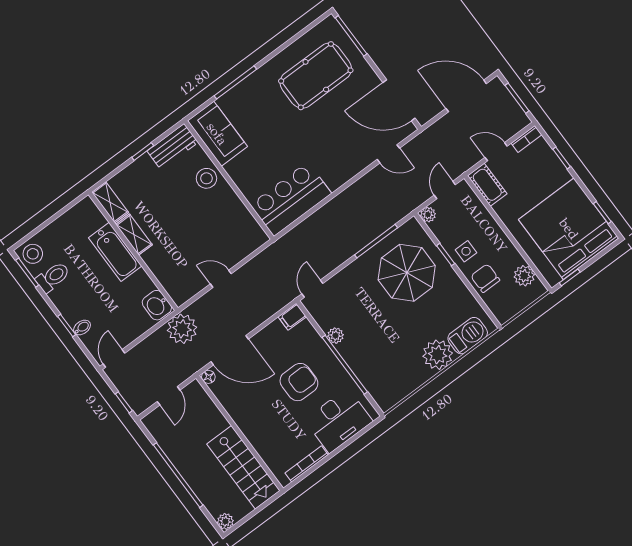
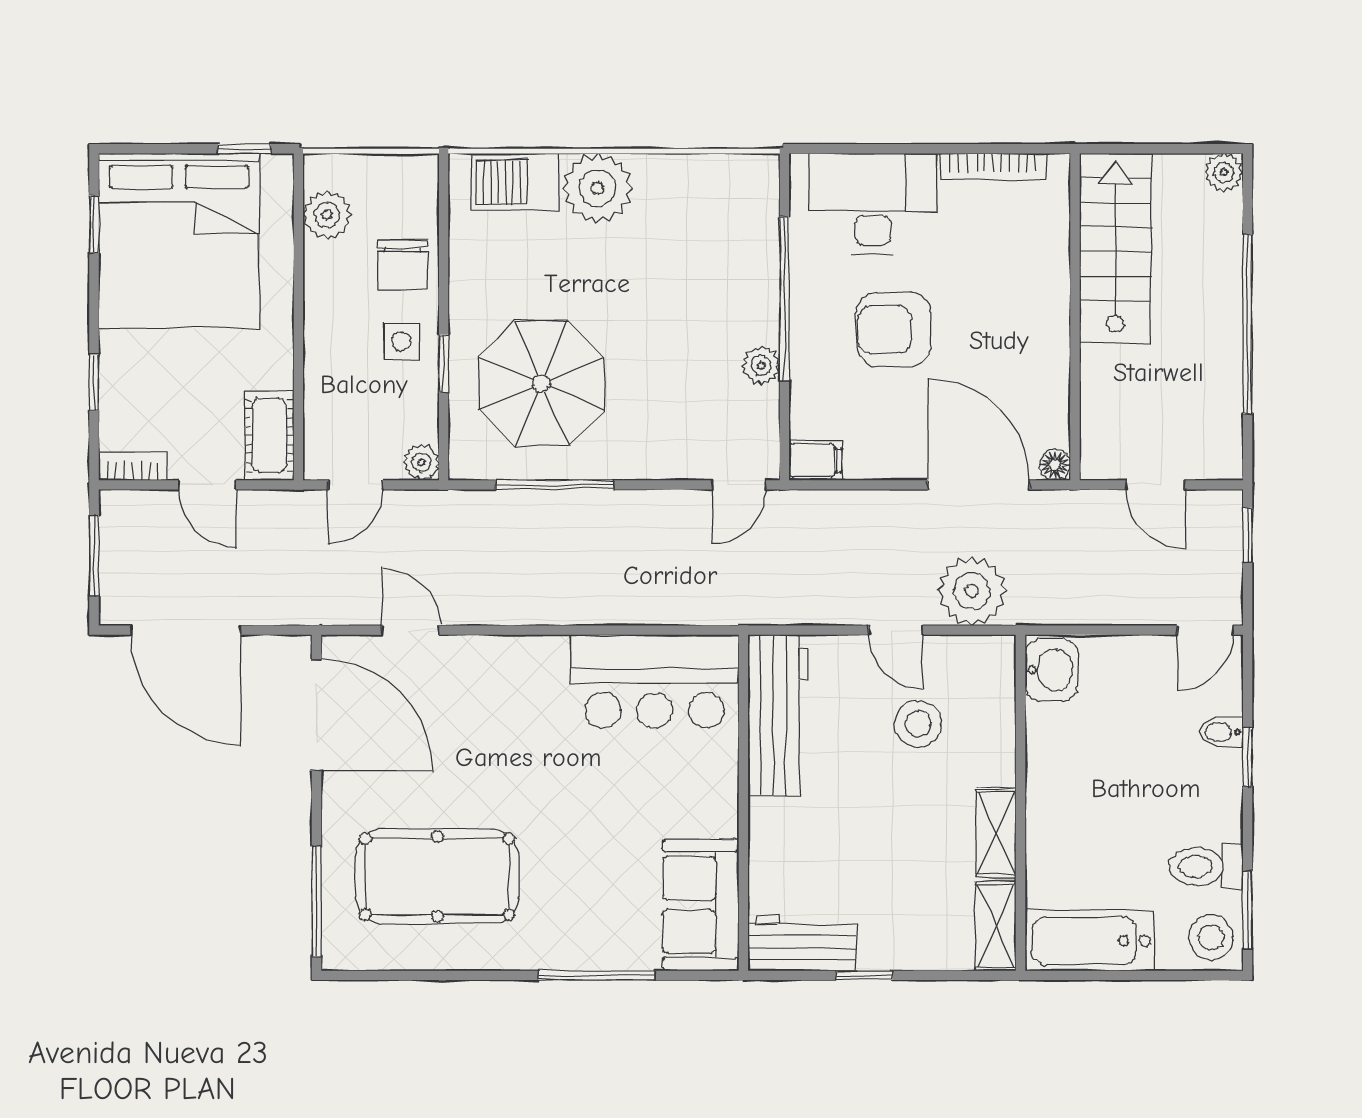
stool: (206, 178) -> (918, 724), moved
workbench: (240, 219) -> (778, 715), added
bathtub: (115, 252) -> (1090, 941), moved, turned -90
plant: (182, 329) -> (972, 591), moved
door: (169, 396) -> (1155, 485), swing flipped

